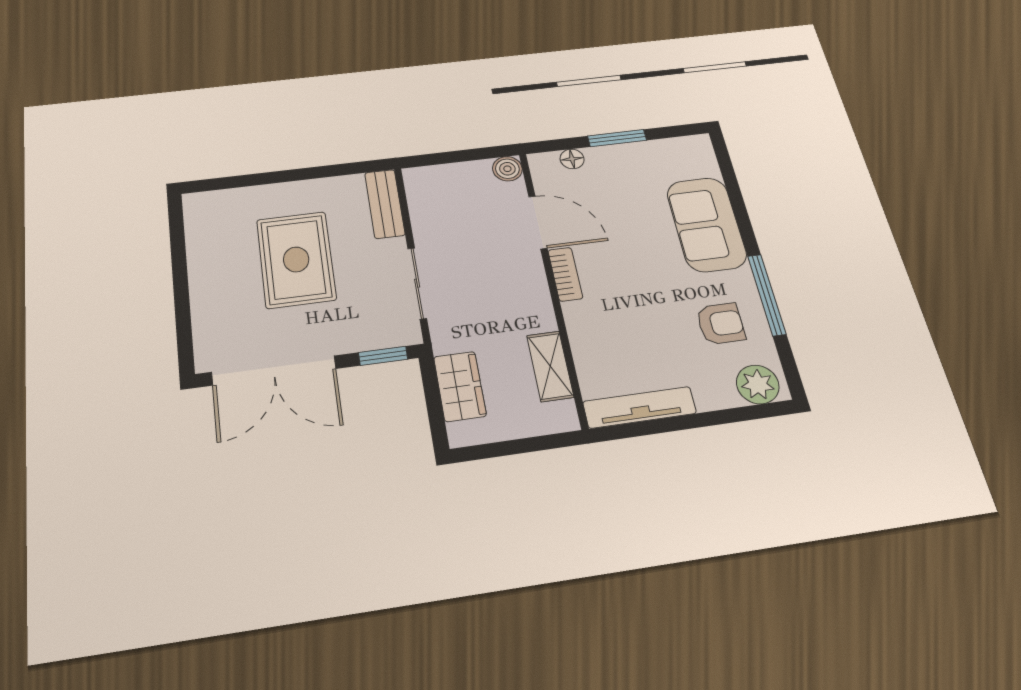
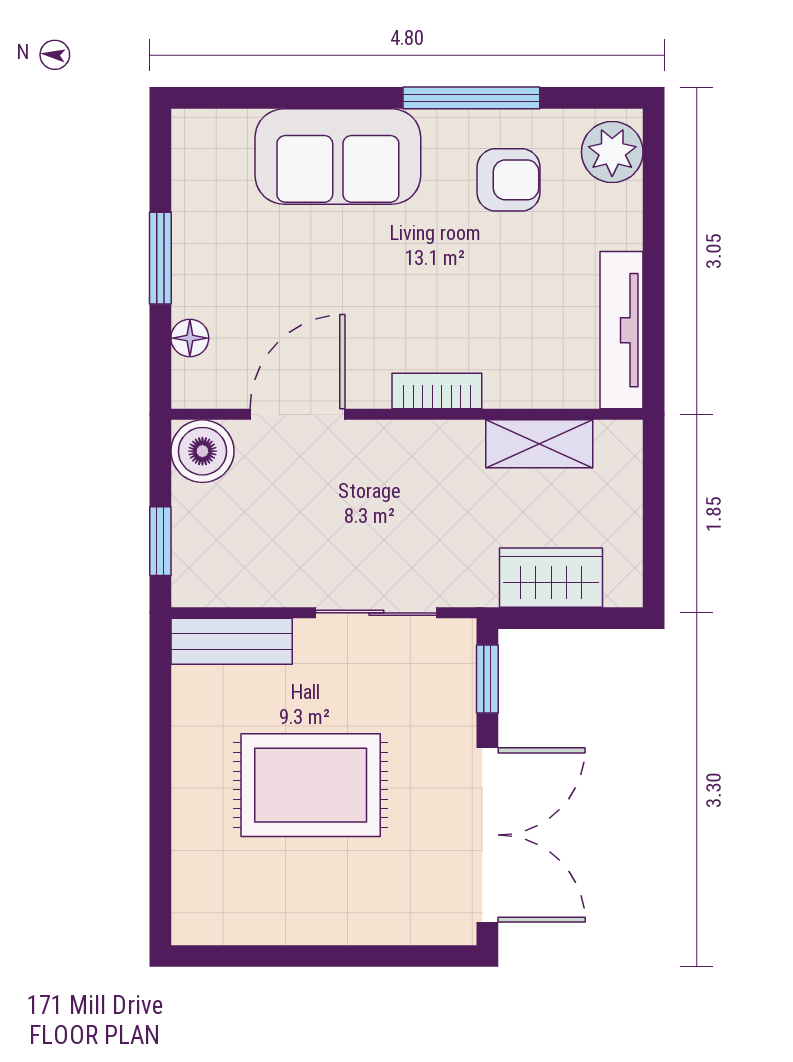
window: (442, 158) -> (160, 541), added
boiler: (507, 169) -> (202, 451), width x1.36, depth x1.36
bookcase: (565, 274) -> (437, 391), moved
armchair: (721, 324) -> (508, 180), turned 90

